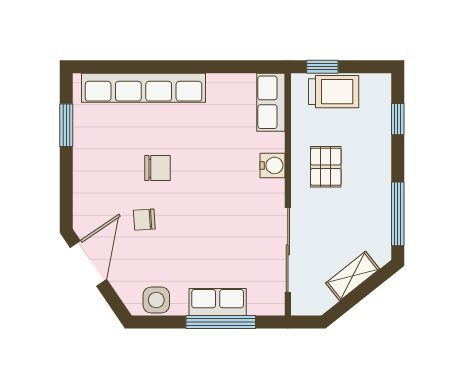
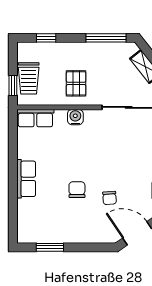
row of seats: (144, 88) -> (26, 179), width x0.50
trolley: (334, 92) -> (29, 78), turned 180
pallet: (326, 167) -> (76, 83), turned 90

